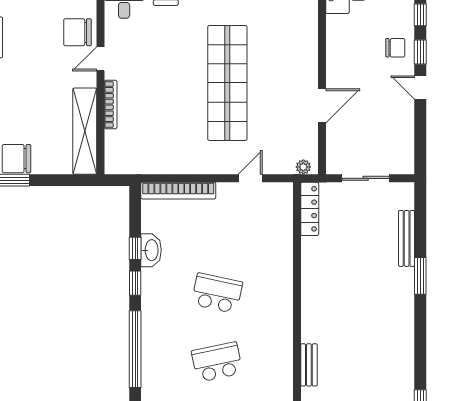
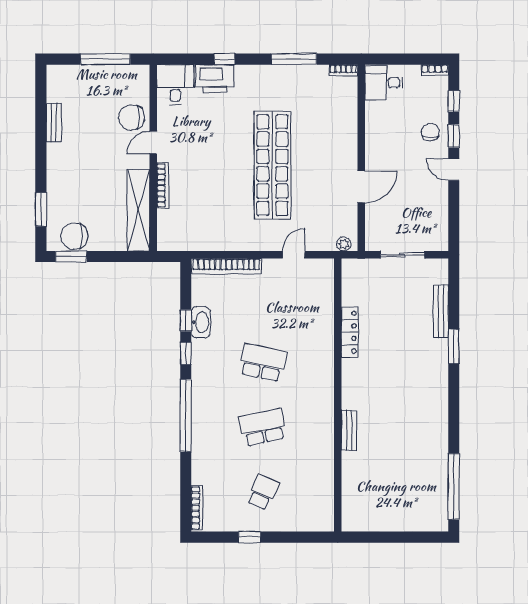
chair: (395, 48) -> (430, 132), turned -90
locker: (310, 209) -> (350, 332), moved

